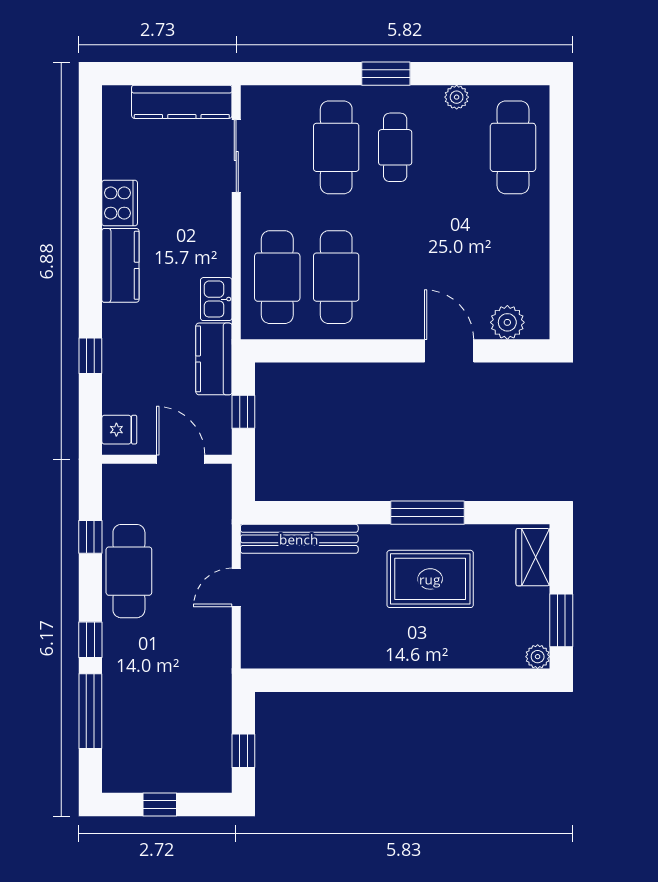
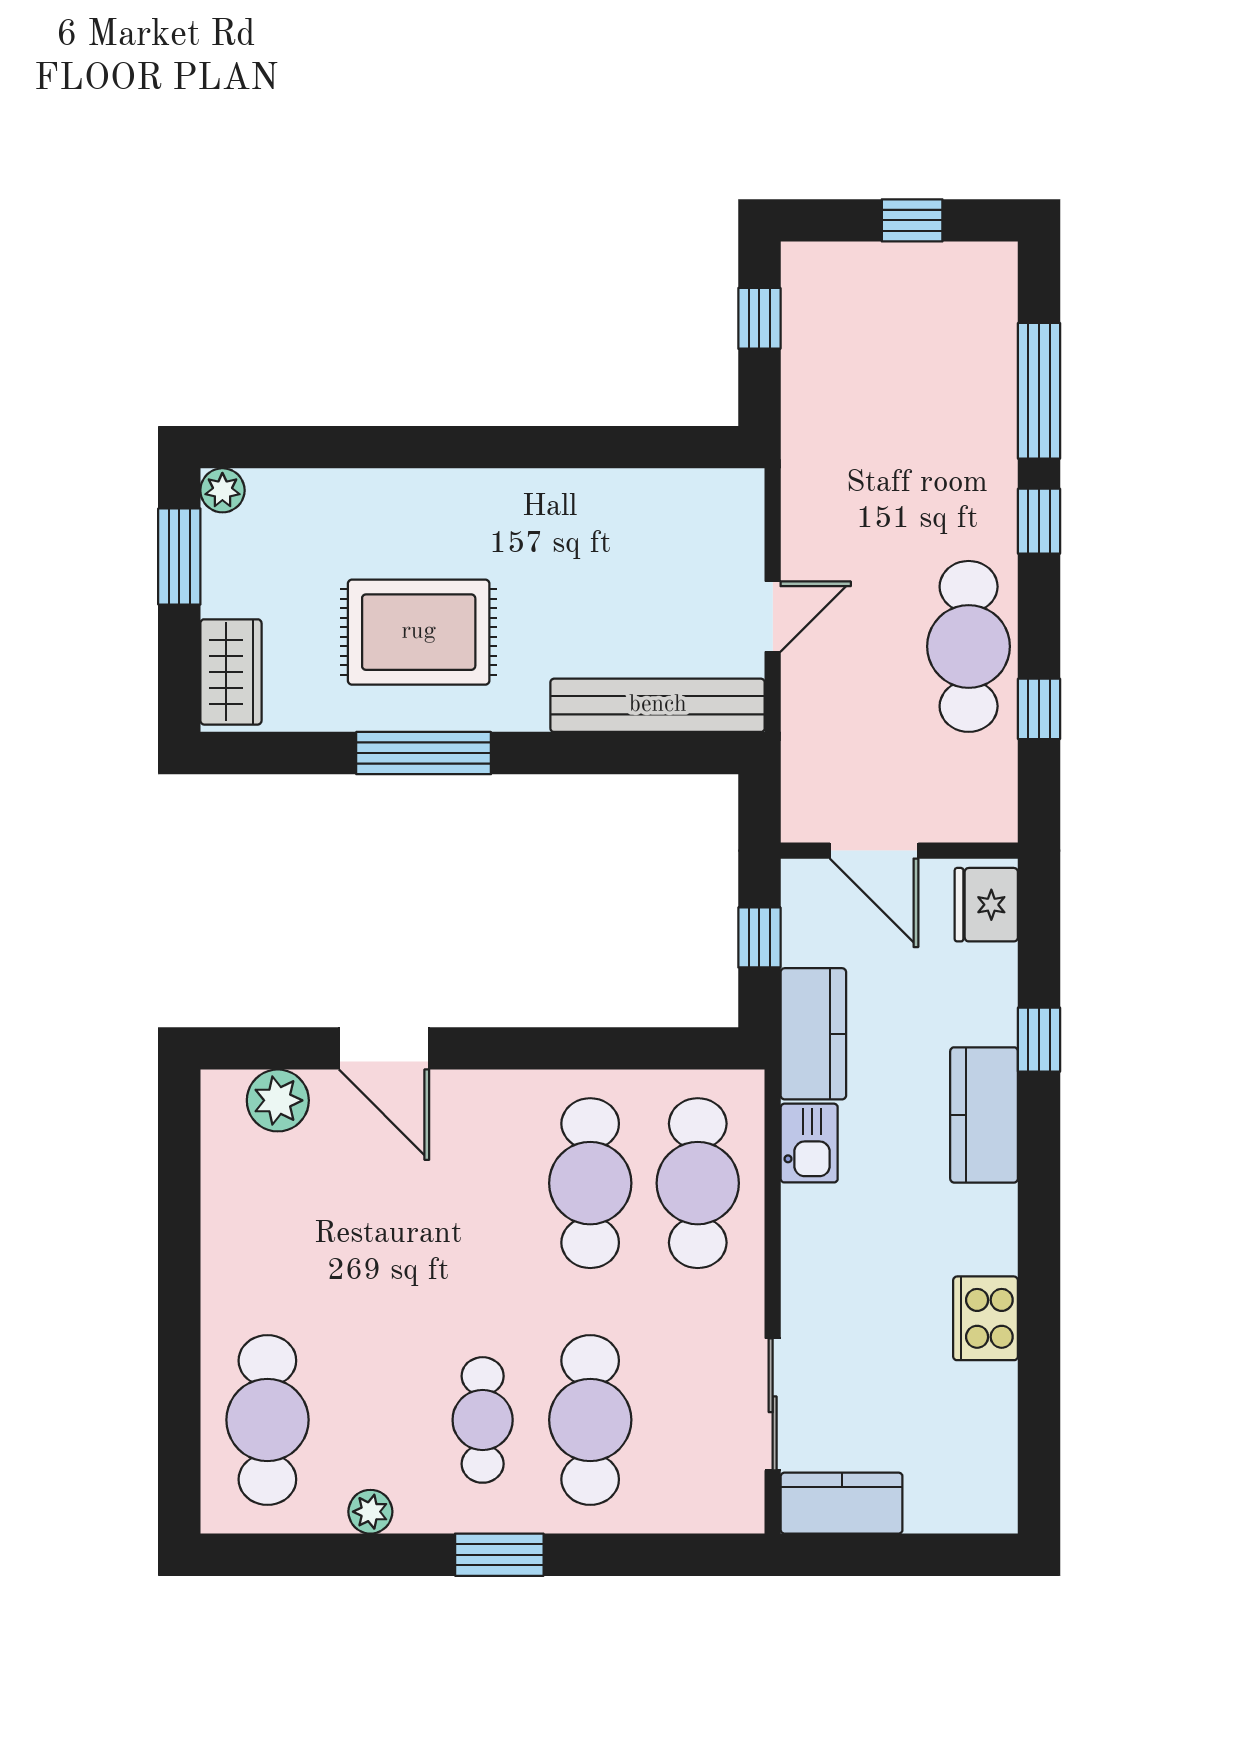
kitchen counter: (182, 102) -> (842, 1503), width x0.67
kitchen counter: (120, 265) -> (984, 1115), moved
fridge: (119, 430) -> (986, 905), width x1.38

